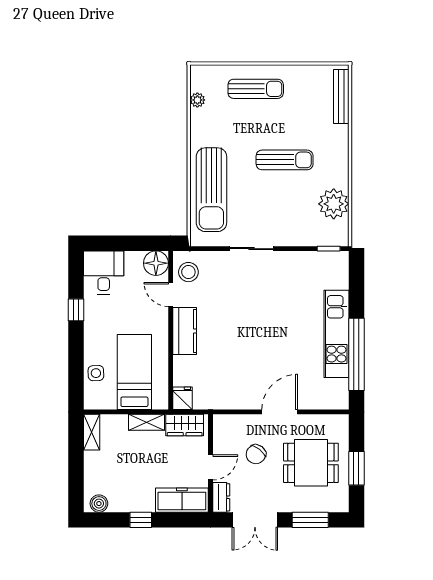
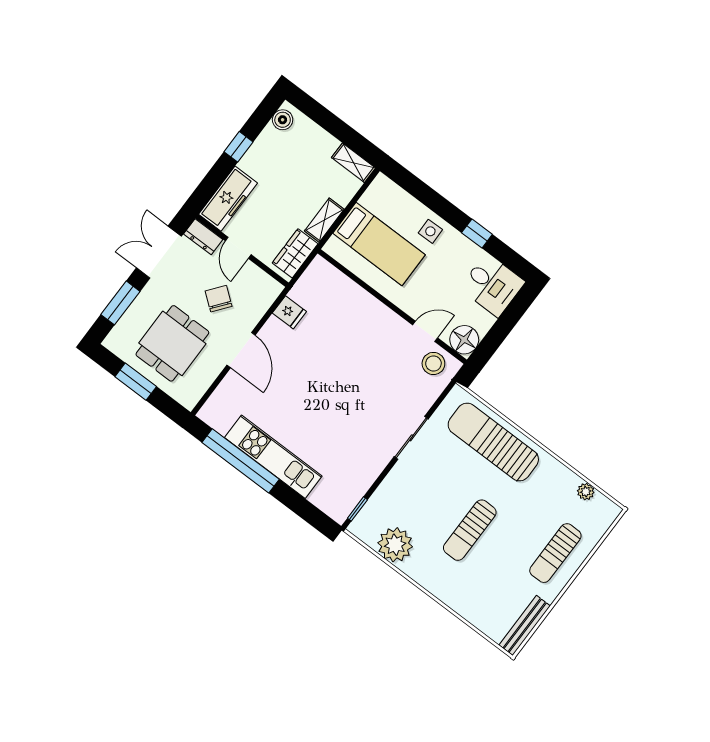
bench: (341, 96) -> (525, 625), moved, turned 90
kitchen counter: (185, 331) -> (382, 319), removed
side table: (96, 373) -> (430, 231), moved
fridge: (182, 398) -> (289, 312), moved

